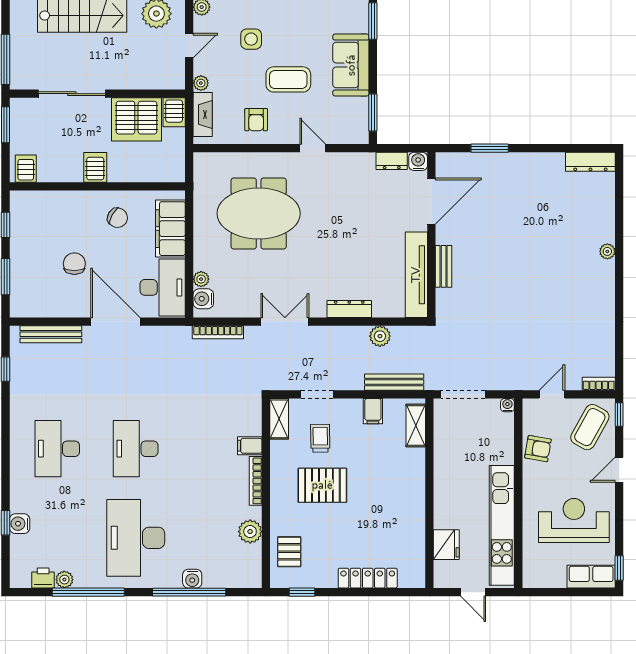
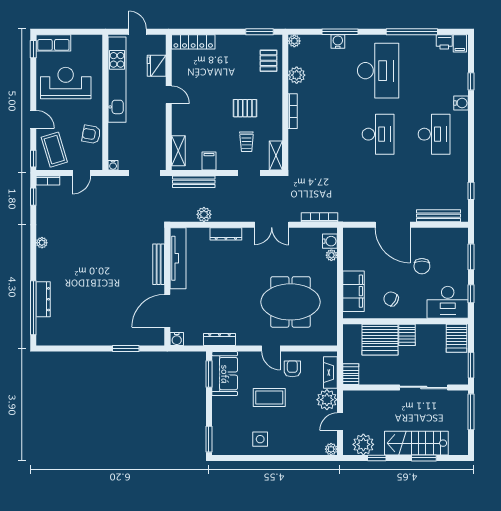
side table: (251, 39) -> (260, 439), moved
sofa: (351, 65) -> (225, 374), moved
plant: (201, 83) -> (327, 400), width x1.88, depth x1.88
server rack: (136, 119) -> (380, 340), moved, turned 180
door: (313, 148) -> (271, 349), moved
dresser: (392, 161) -> (220, 339), moved, width x1.44
dresser: (590, 162) -> (43, 299), moved, turned 90
server rack: (26, 169) -> (456, 338), width x1.36, depth x1.44
window: (619, 205) -> (33, 308), added
plant: (607, 251) -> (42, 243), moved
bench: (444, 266) -> (159, 264), width x1.36
desk: (163, 287) -> (448, 302), moved, turned -90
window: (619, 361) -> (33, 197), added
coffee table: (590, 427) -> (54, 150), turned -46
filing cabinet: (250, 446) -> (460, 43), moved, turned 90
door: (619, 470) -> (33, 119), hinge flipped
pallet: (322, 485) -> (245, 108), width x0.67, depth x0.71
door: (429, 504) -> (169, 95), added
reception desk: (574, 520) -> (66, 83), turned 180
water cooler: (20, 524) -> (461, 103), moved
locker: (368, 578) -> (193, 42), moved
plant: (64, 580) -> (294, 41), moved
window: (189, 592) -> (340, 32), width x0.68
window: (302, 592) -> (260, 32), width x1.50

